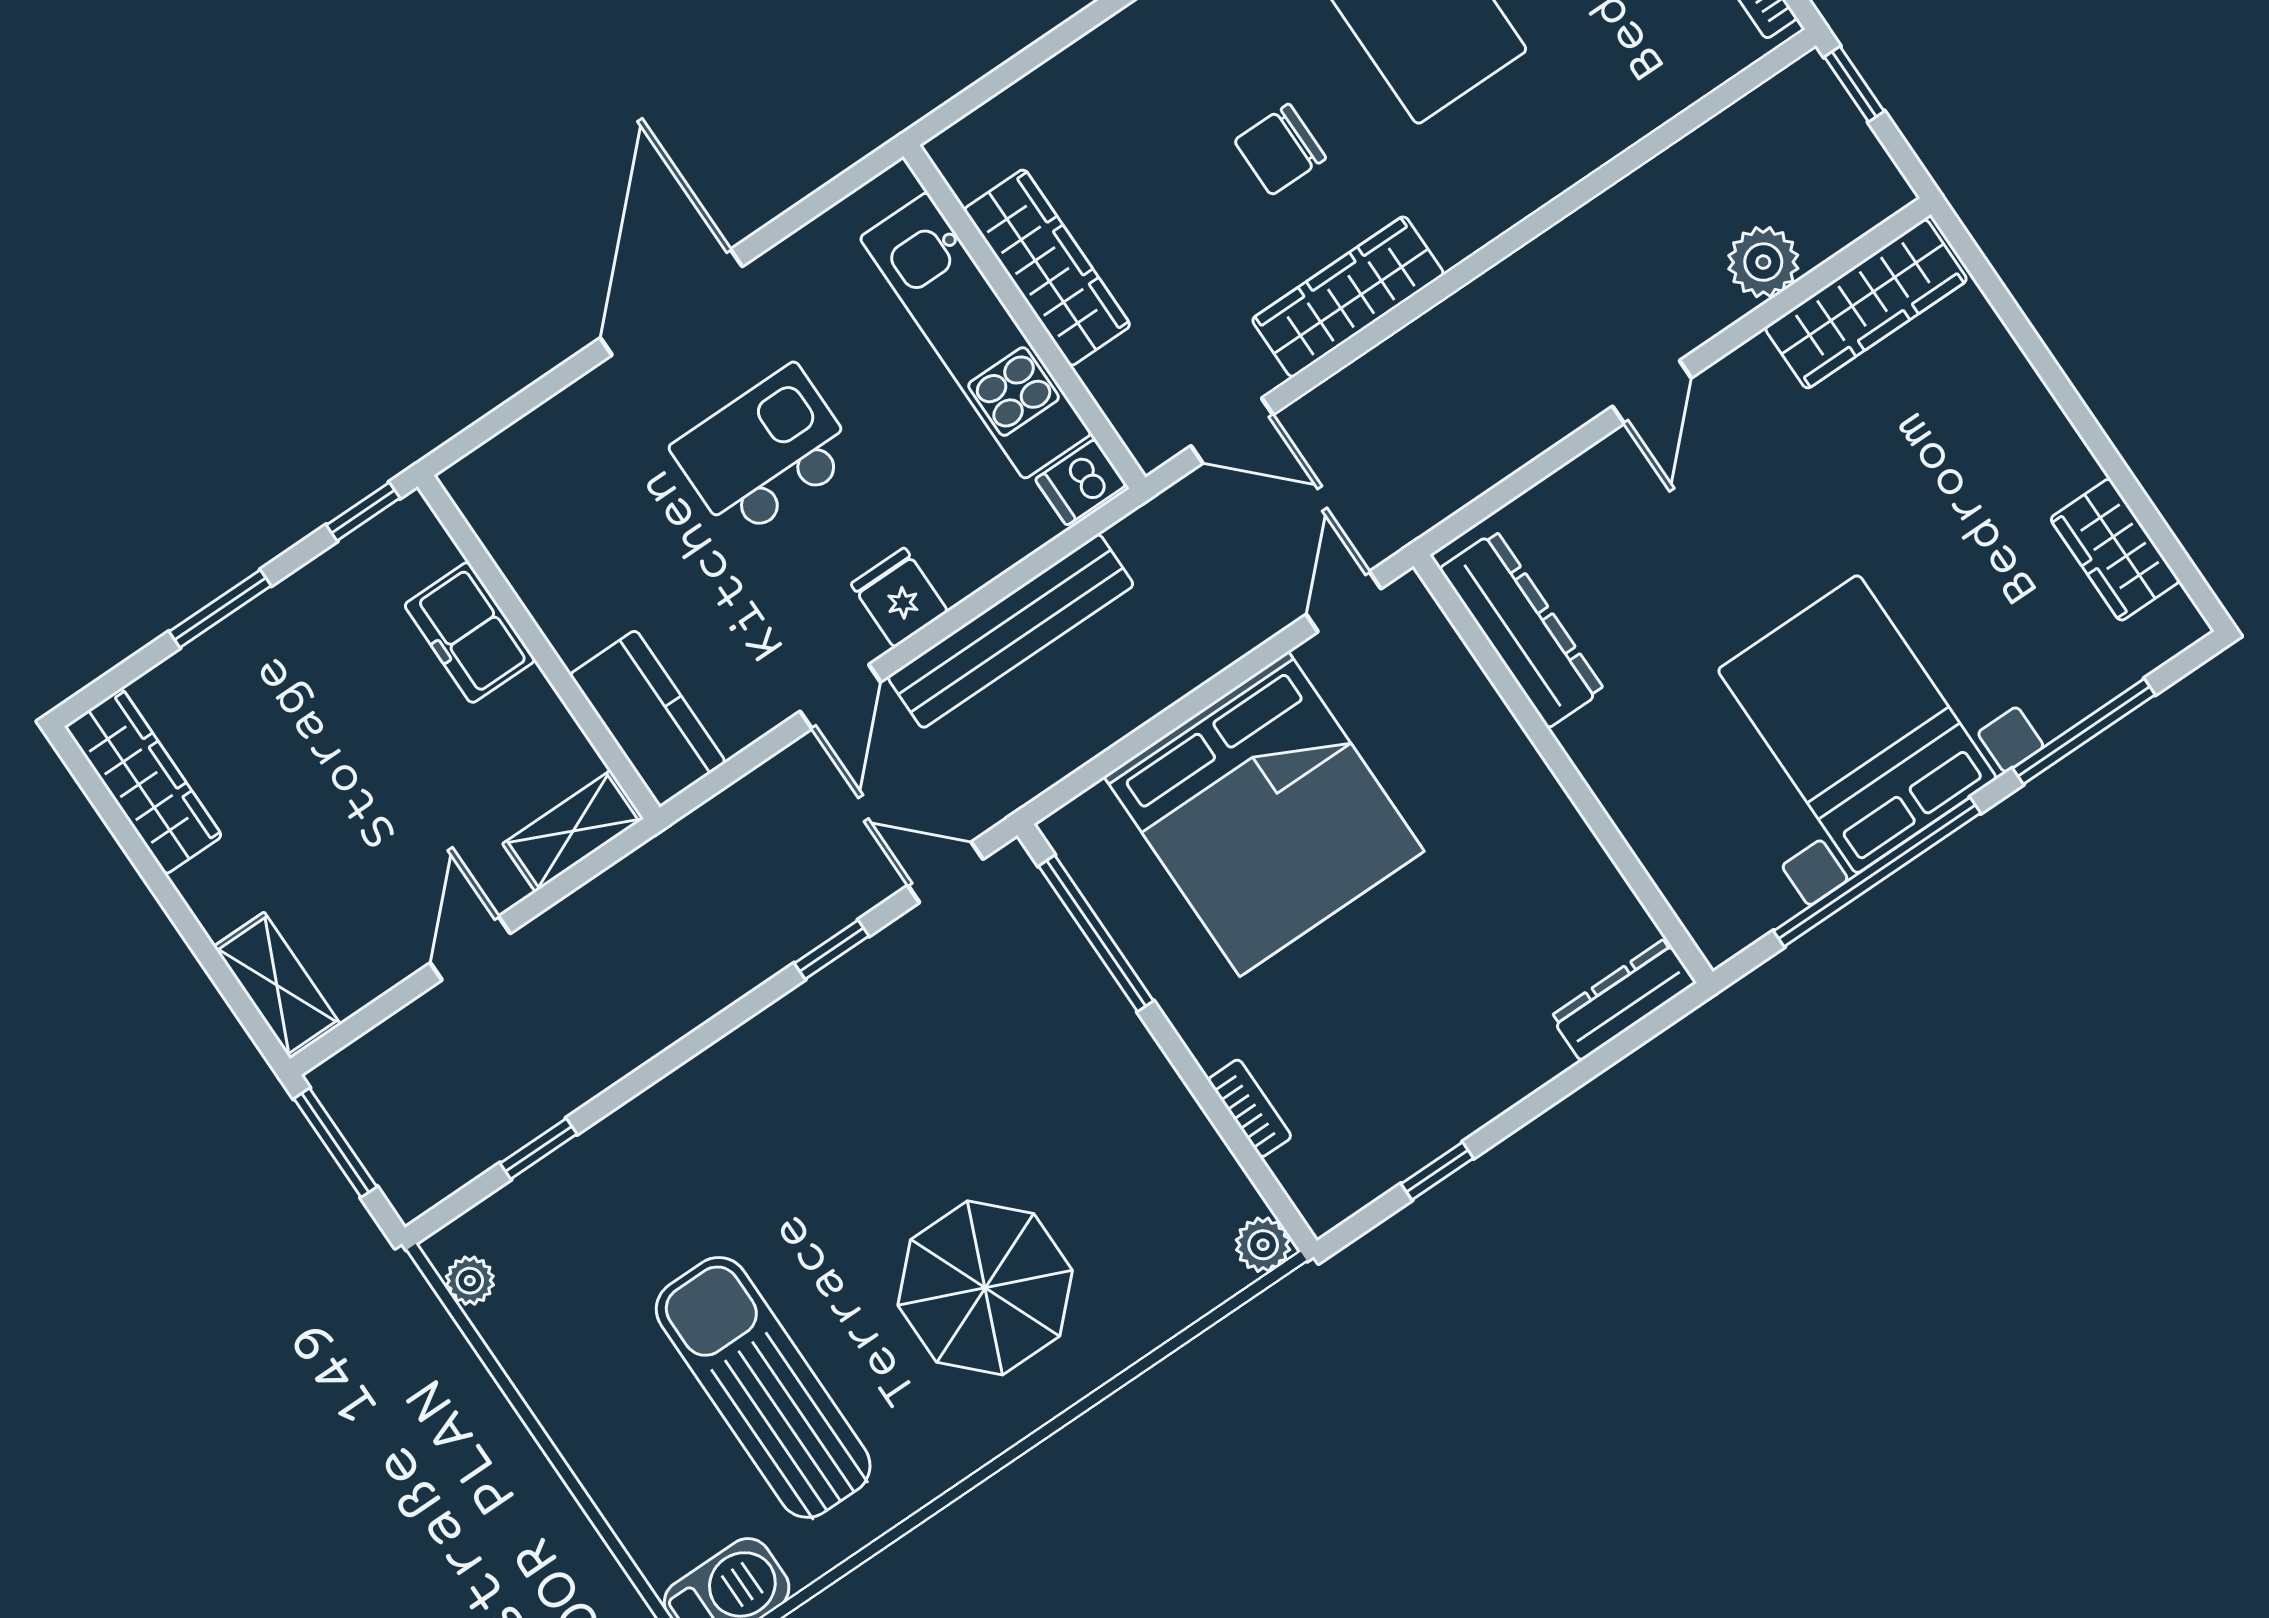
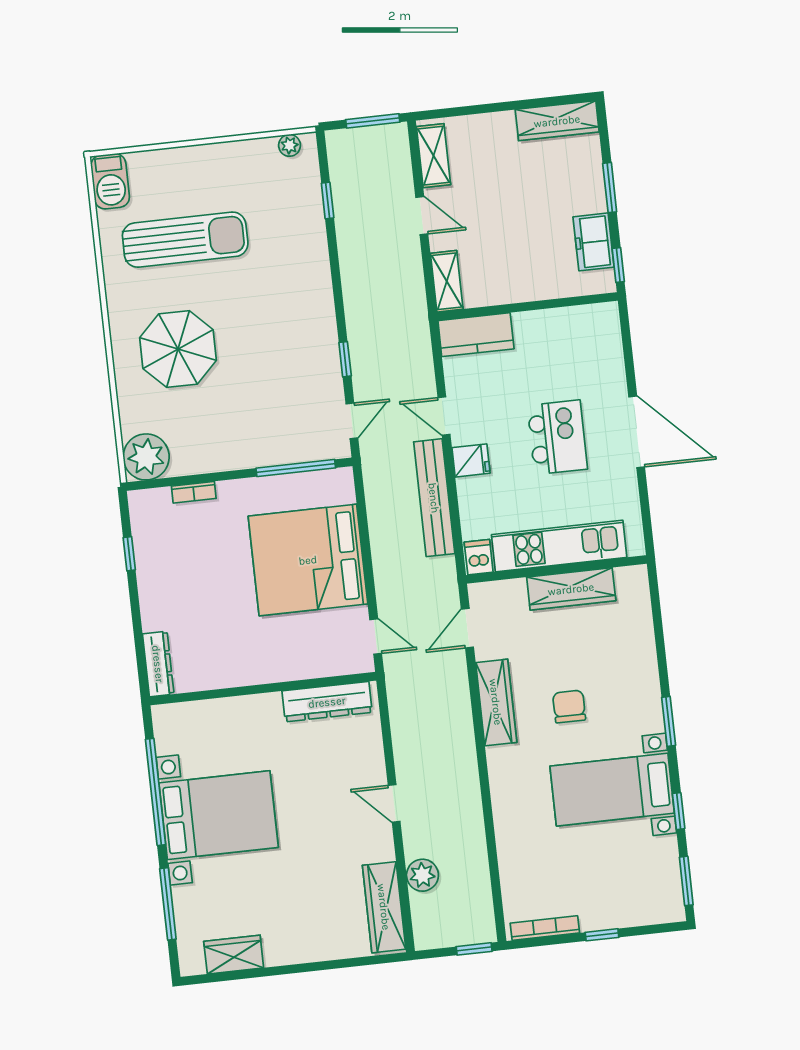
freezer: (470, 633) -> (594, 242), moved, turned -90
shelving: (277, 985) -> (433, 156), moved, turned 90
plant: (1263, 1245) -> (146, 457), width x1.88, depth x1.88

